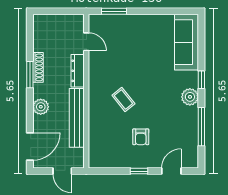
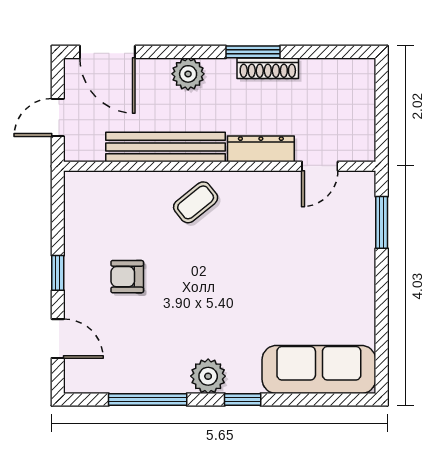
coffee table: (123, 99) -> (196, 202), moved

